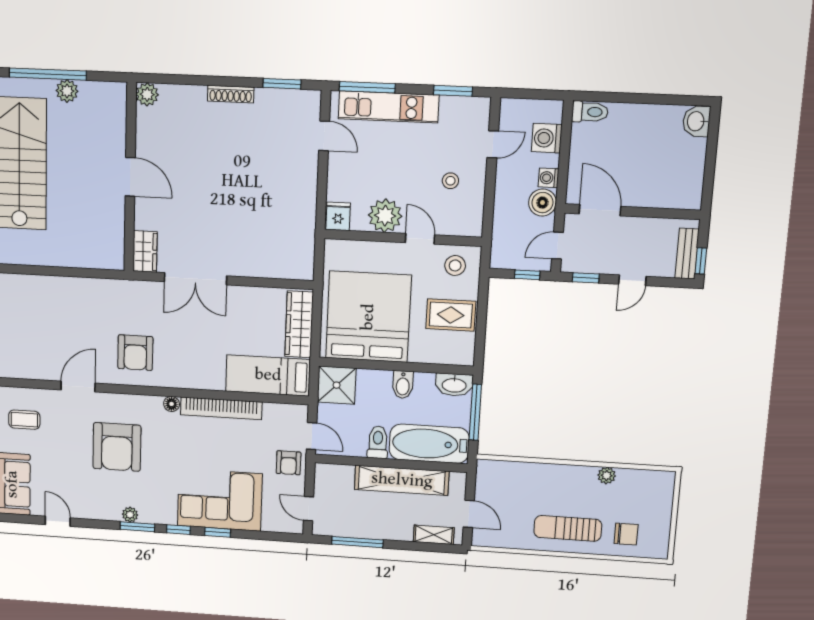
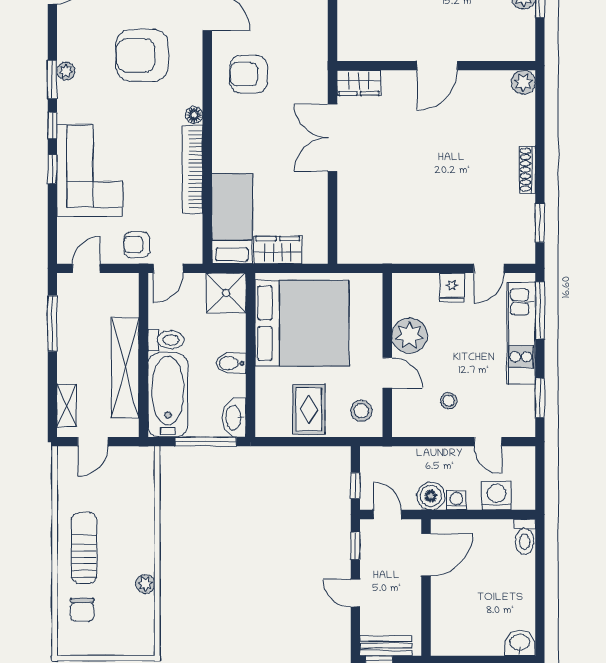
fridge: (338, 216) -> (452, 288), moved, turned 90
door: (420, 239) -> (387, 373), hinge flipped
wardrobe: (299, 324) -> (278, 250), width x0.67

